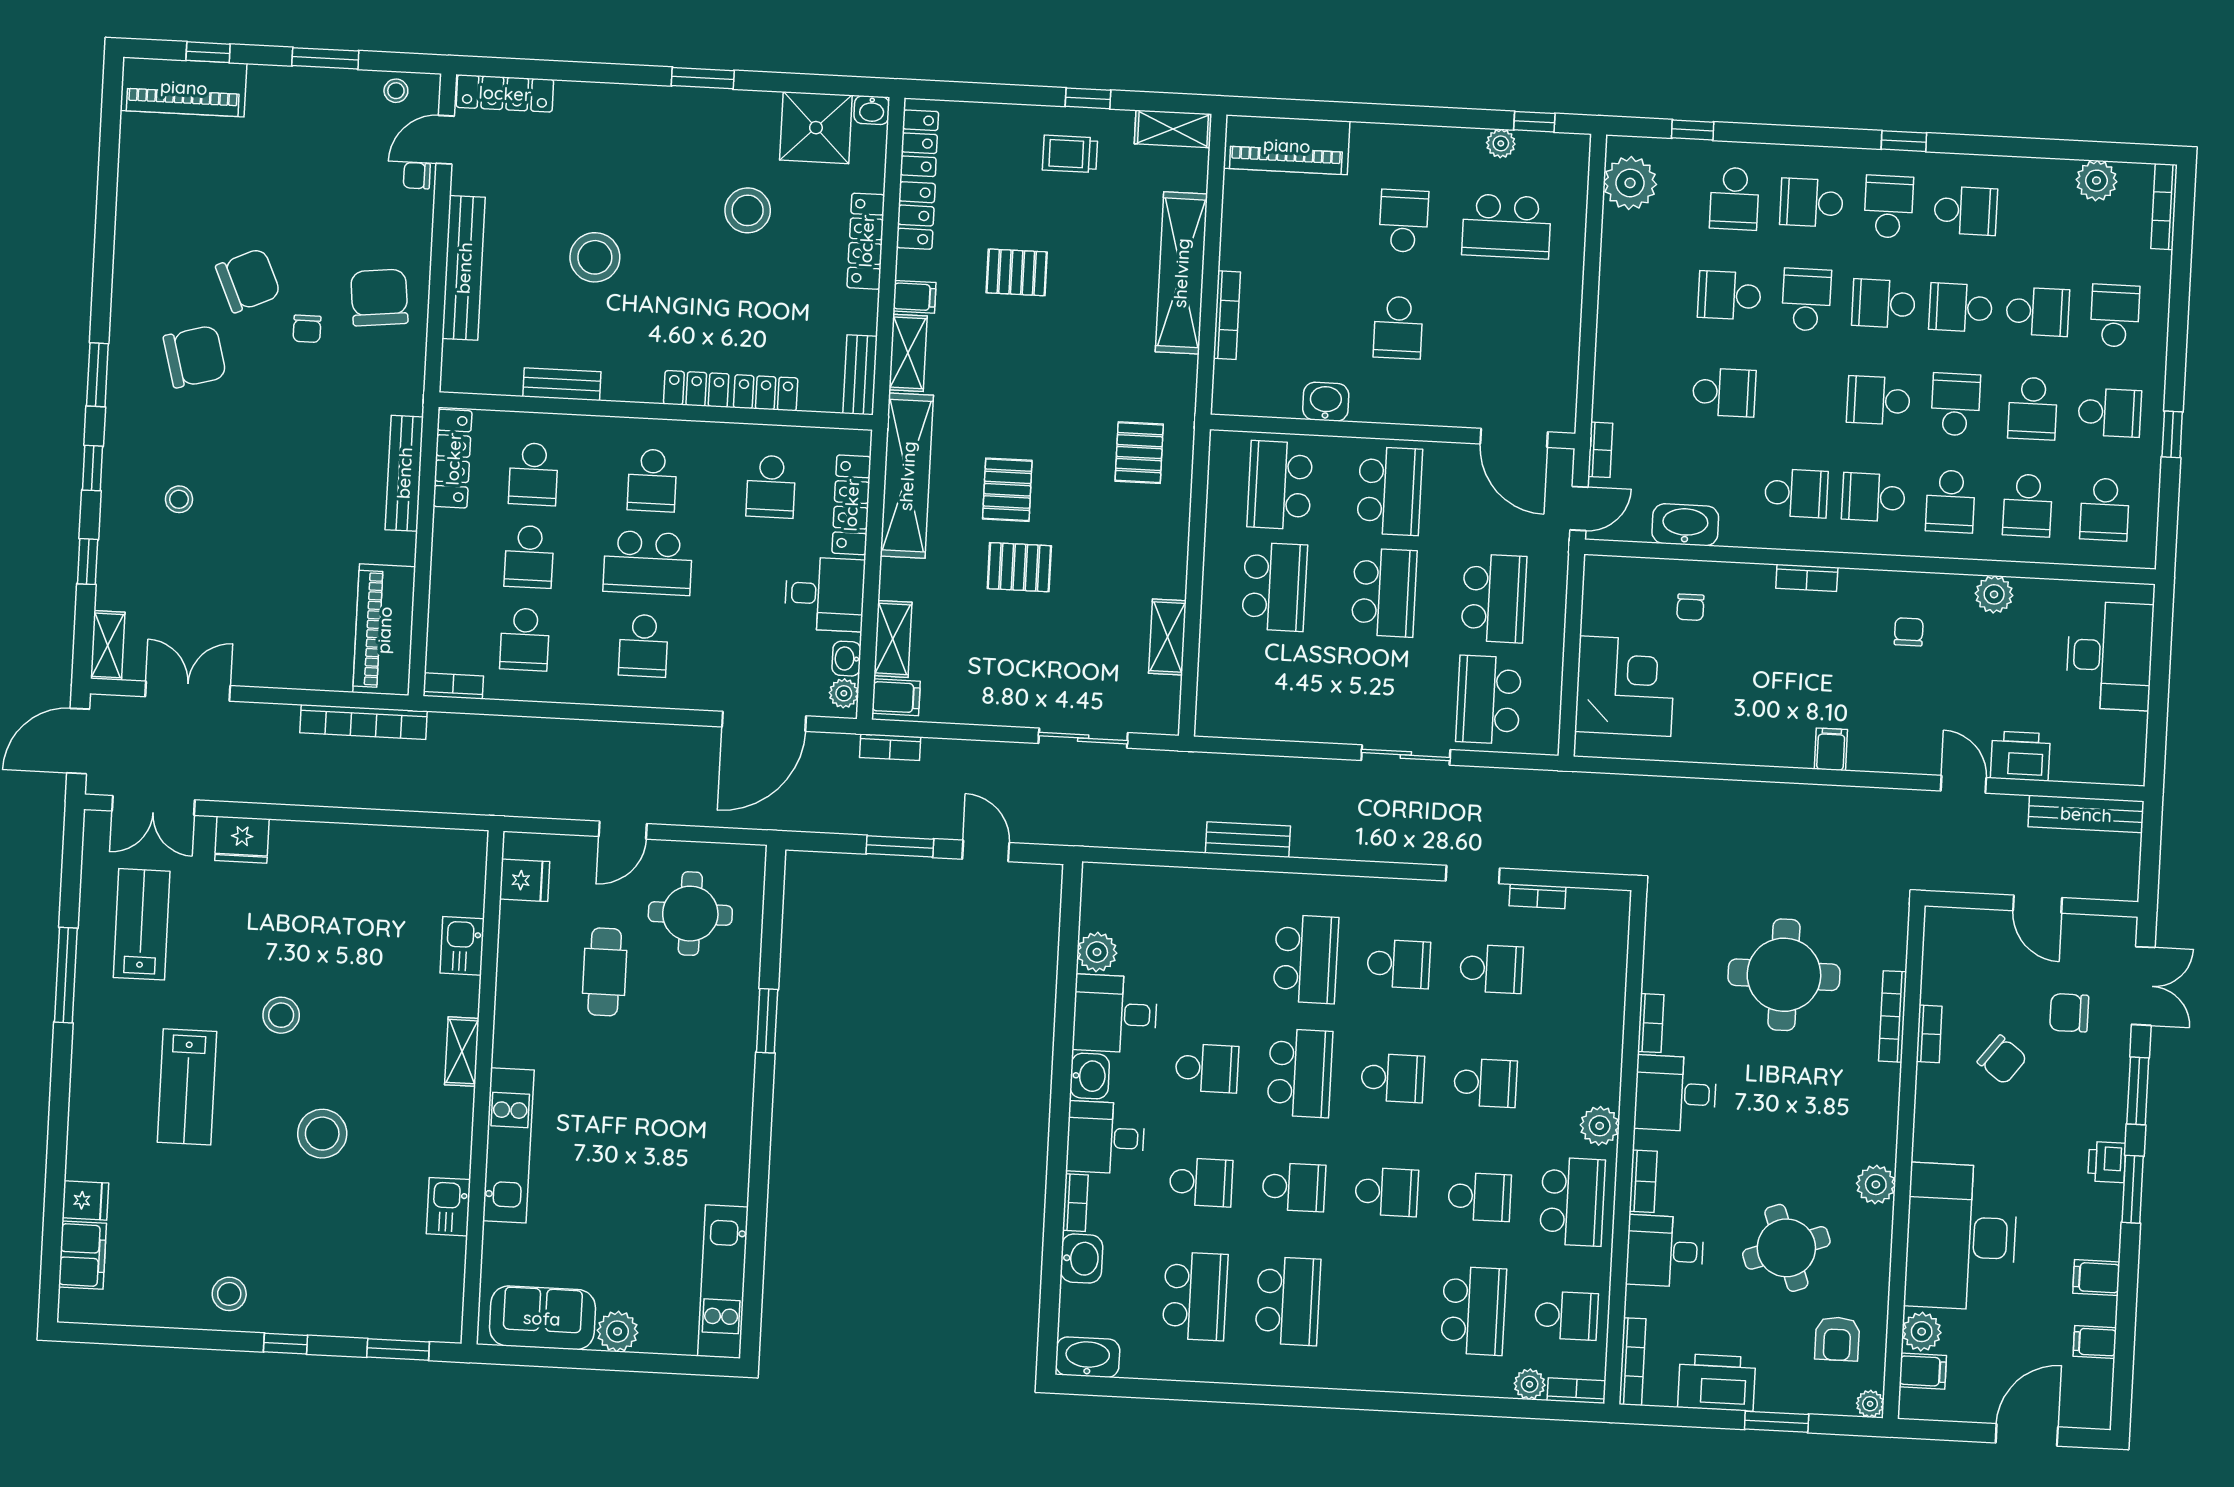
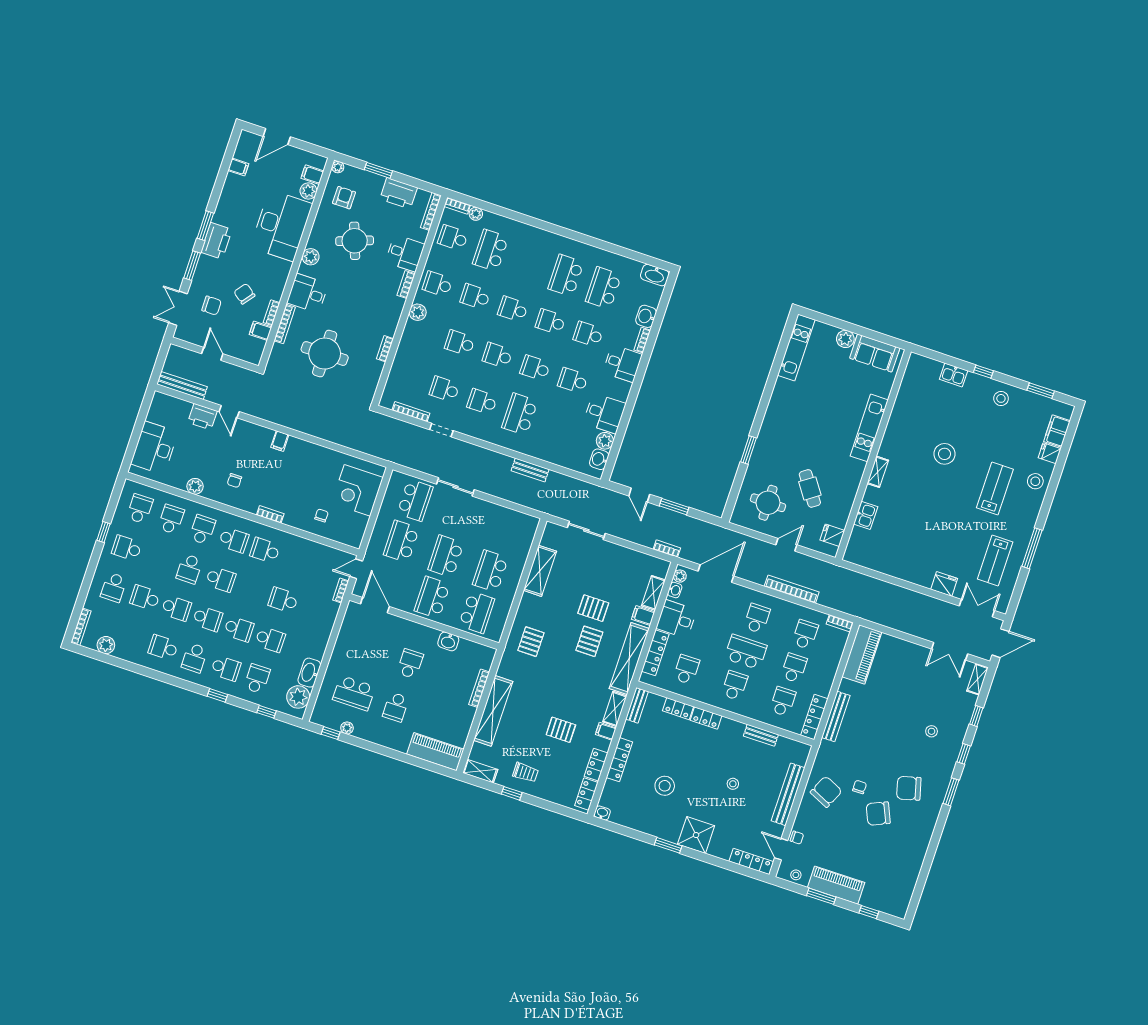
piano: (184, 87) -> (836, 885), moved
shower: (816, 128) -> (696, 835), moved
door: (445, 140) -> (781, 849), swing flipped
window: (1904, 141) -> (217, 695), moved
school desk: (1507, 226) -> (354, 693), turned 180
stool: (595, 257) -> (733, 784), width x0.53, depth x0.53
chair: (379, 297) -> (826, 792), turned -149
school desk: (1806, 300) -> (239, 629), turned -90
school desk: (2033, 408) -> (158, 558), removed
washbasin: (1685, 525) -> (309, 673), moved, turned 90
shelving: (1167, 637) -> (540, 571), width x1.50, depth x1.33
filing cabinet: (896, 697) -> (643, 616), moved
bookcase: (363, 722) -> (792, 589), moved
bookcase: (1538, 896) -> (411, 412), width x1.56
cafe table: (605, 972) -> (810, 488), turned -35
stool: (281, 1015) -> (1035, 481), moved
school desk: (1300, 1073) -> (535, 368), width x0.54
washbasin: (1090, 1076) -> (599, 459), moved
desk: (1675, 1093) -> (308, 293), moved, turned 180
printer: (2107, 1162) -> (216, 241), width x1.87, depth x1.48
school desk: (1572, 1202) -> (437, 284), width x0.54
kitchen sink: (448, 1207) -> (954, 375), moved, turned 90
filing cabinet: (2096, 1278) -> (260, 331), moved, turned 180
window: (398, 1350) -> (1041, 391), moved

